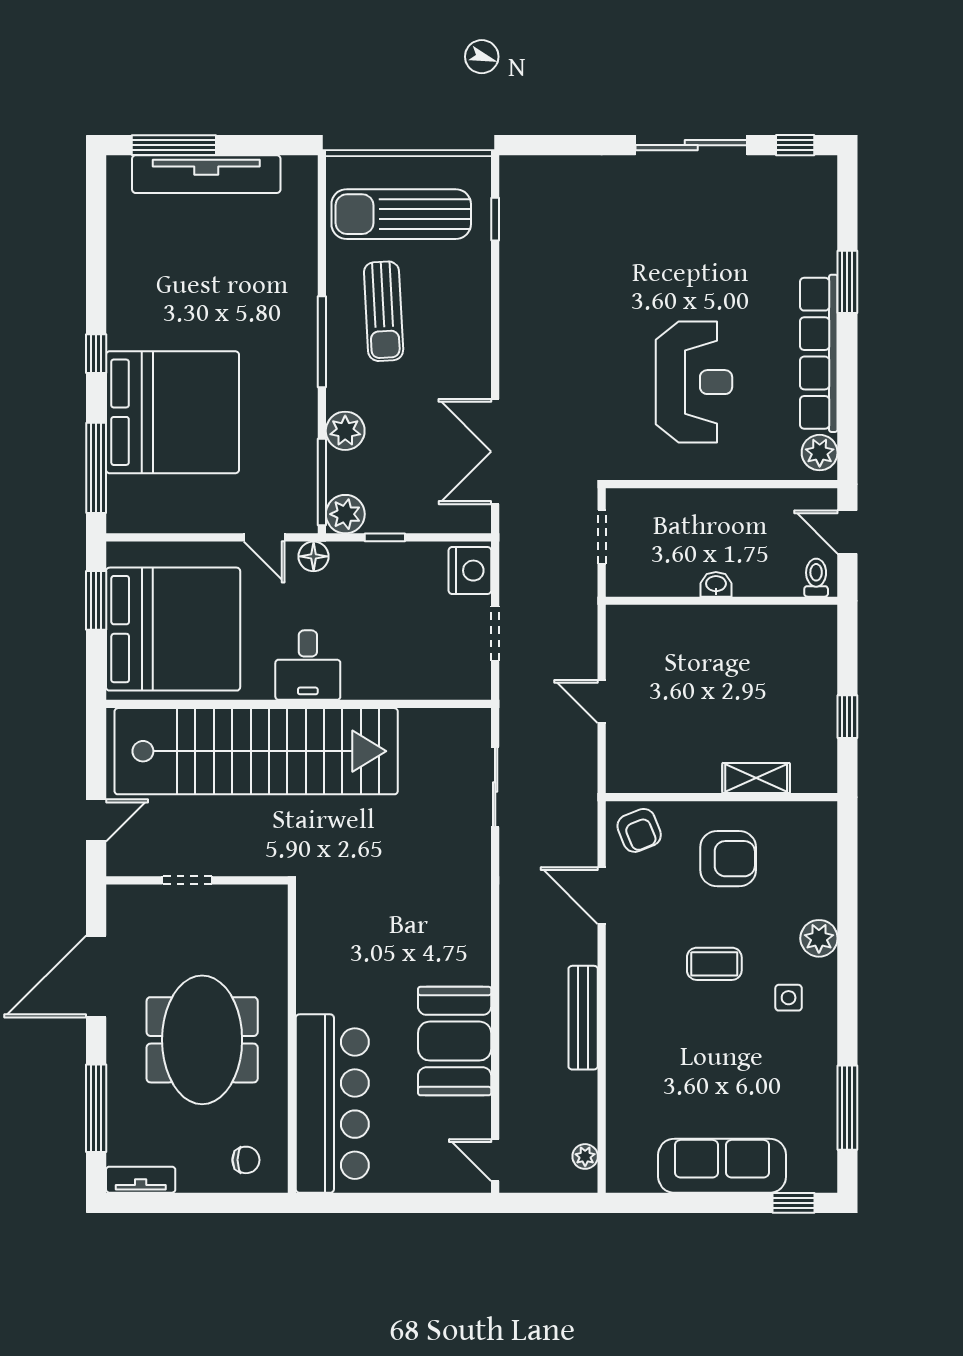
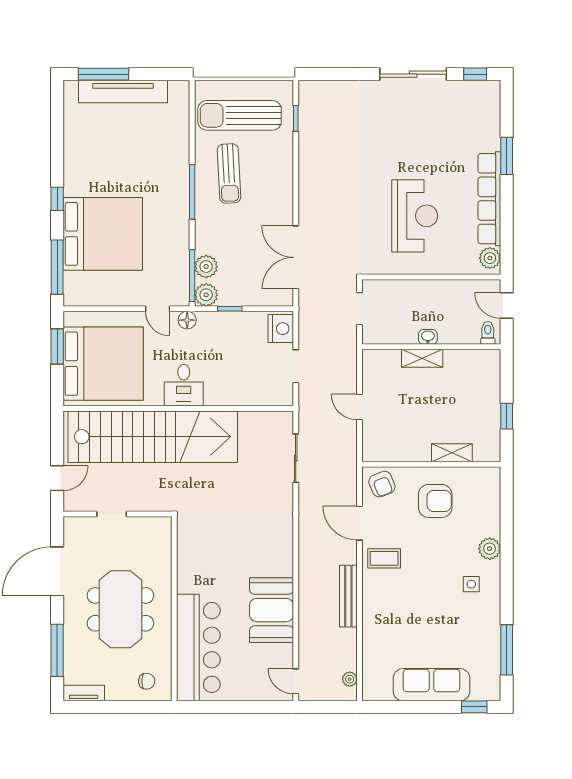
plant: (345, 431) -> (206, 267), moved
shelving: (706, 620) -> (422, 358), added
coffee table: (714, 964) -> (384, 558), moved

